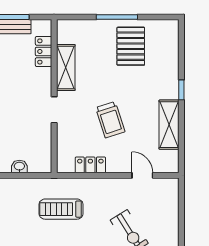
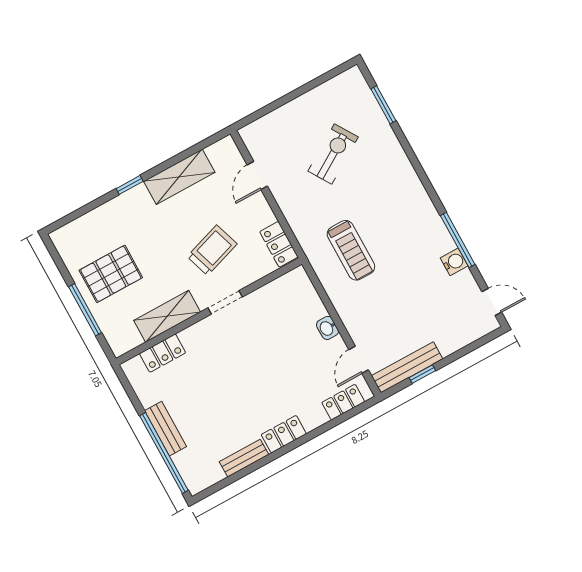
locker: (44, 51) -> (163, 353), moved
shelving: (66, 67) -> (167, 316), moved
wall: (54, 96) -> (209, 311), moved
doorway: (54, 110) -> (225, 302), moved

